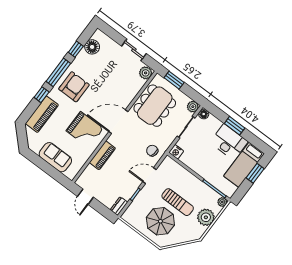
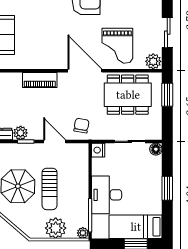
plant: (193, 107) -> (21, 133), moved
grand piano: (85, 130) -> (117, 46), moved
desk: (229, 142) -> (107, 195), moved, turned 180

